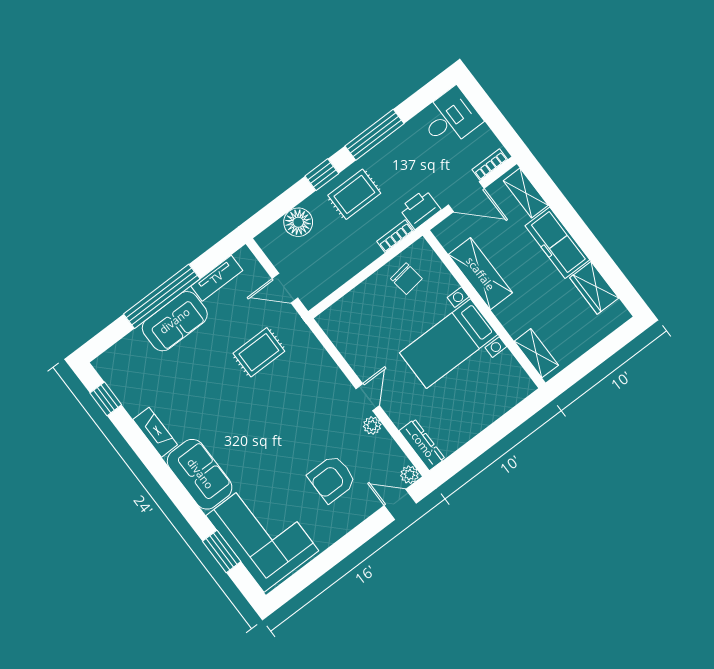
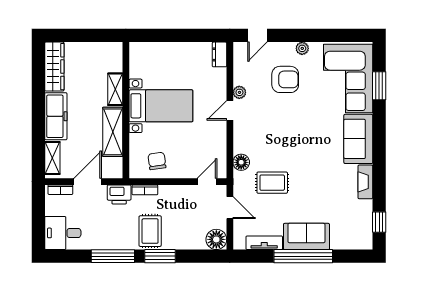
window: (322, 175) -> (160, 256), width x1.50
rug: (354, 194) -> (150, 231), turned 90
door: (466, 197) -> (88, 182), hinge flipped
floor lamp: (298, 222) -> (216, 239), moved
wardrobe: (594, 288) -> (54, 67), width x1.50
door: (333, 298) -> (207, 182), added
floor lamp: (311, 349) -> (241, 162), added
shelving: (536, 353) -> (115, 89), moved
dresser: (422, 445) -> (219, 54), width x0.70
plant: (409, 475) -> (302, 48), moved
door: (400, 504) -> (257, 35), hinge flipped

